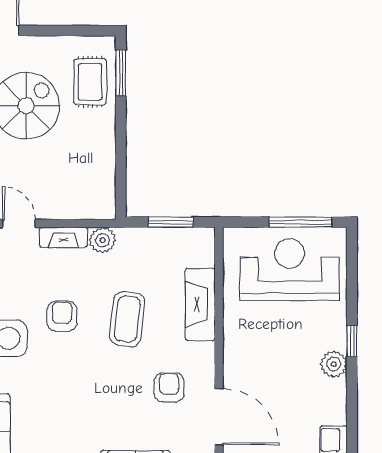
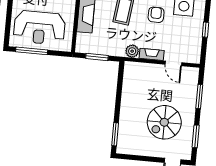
rug: (90, 82) -> (131, 131), removed
armchair: (62, 316) -> (156, 15), turned 180

